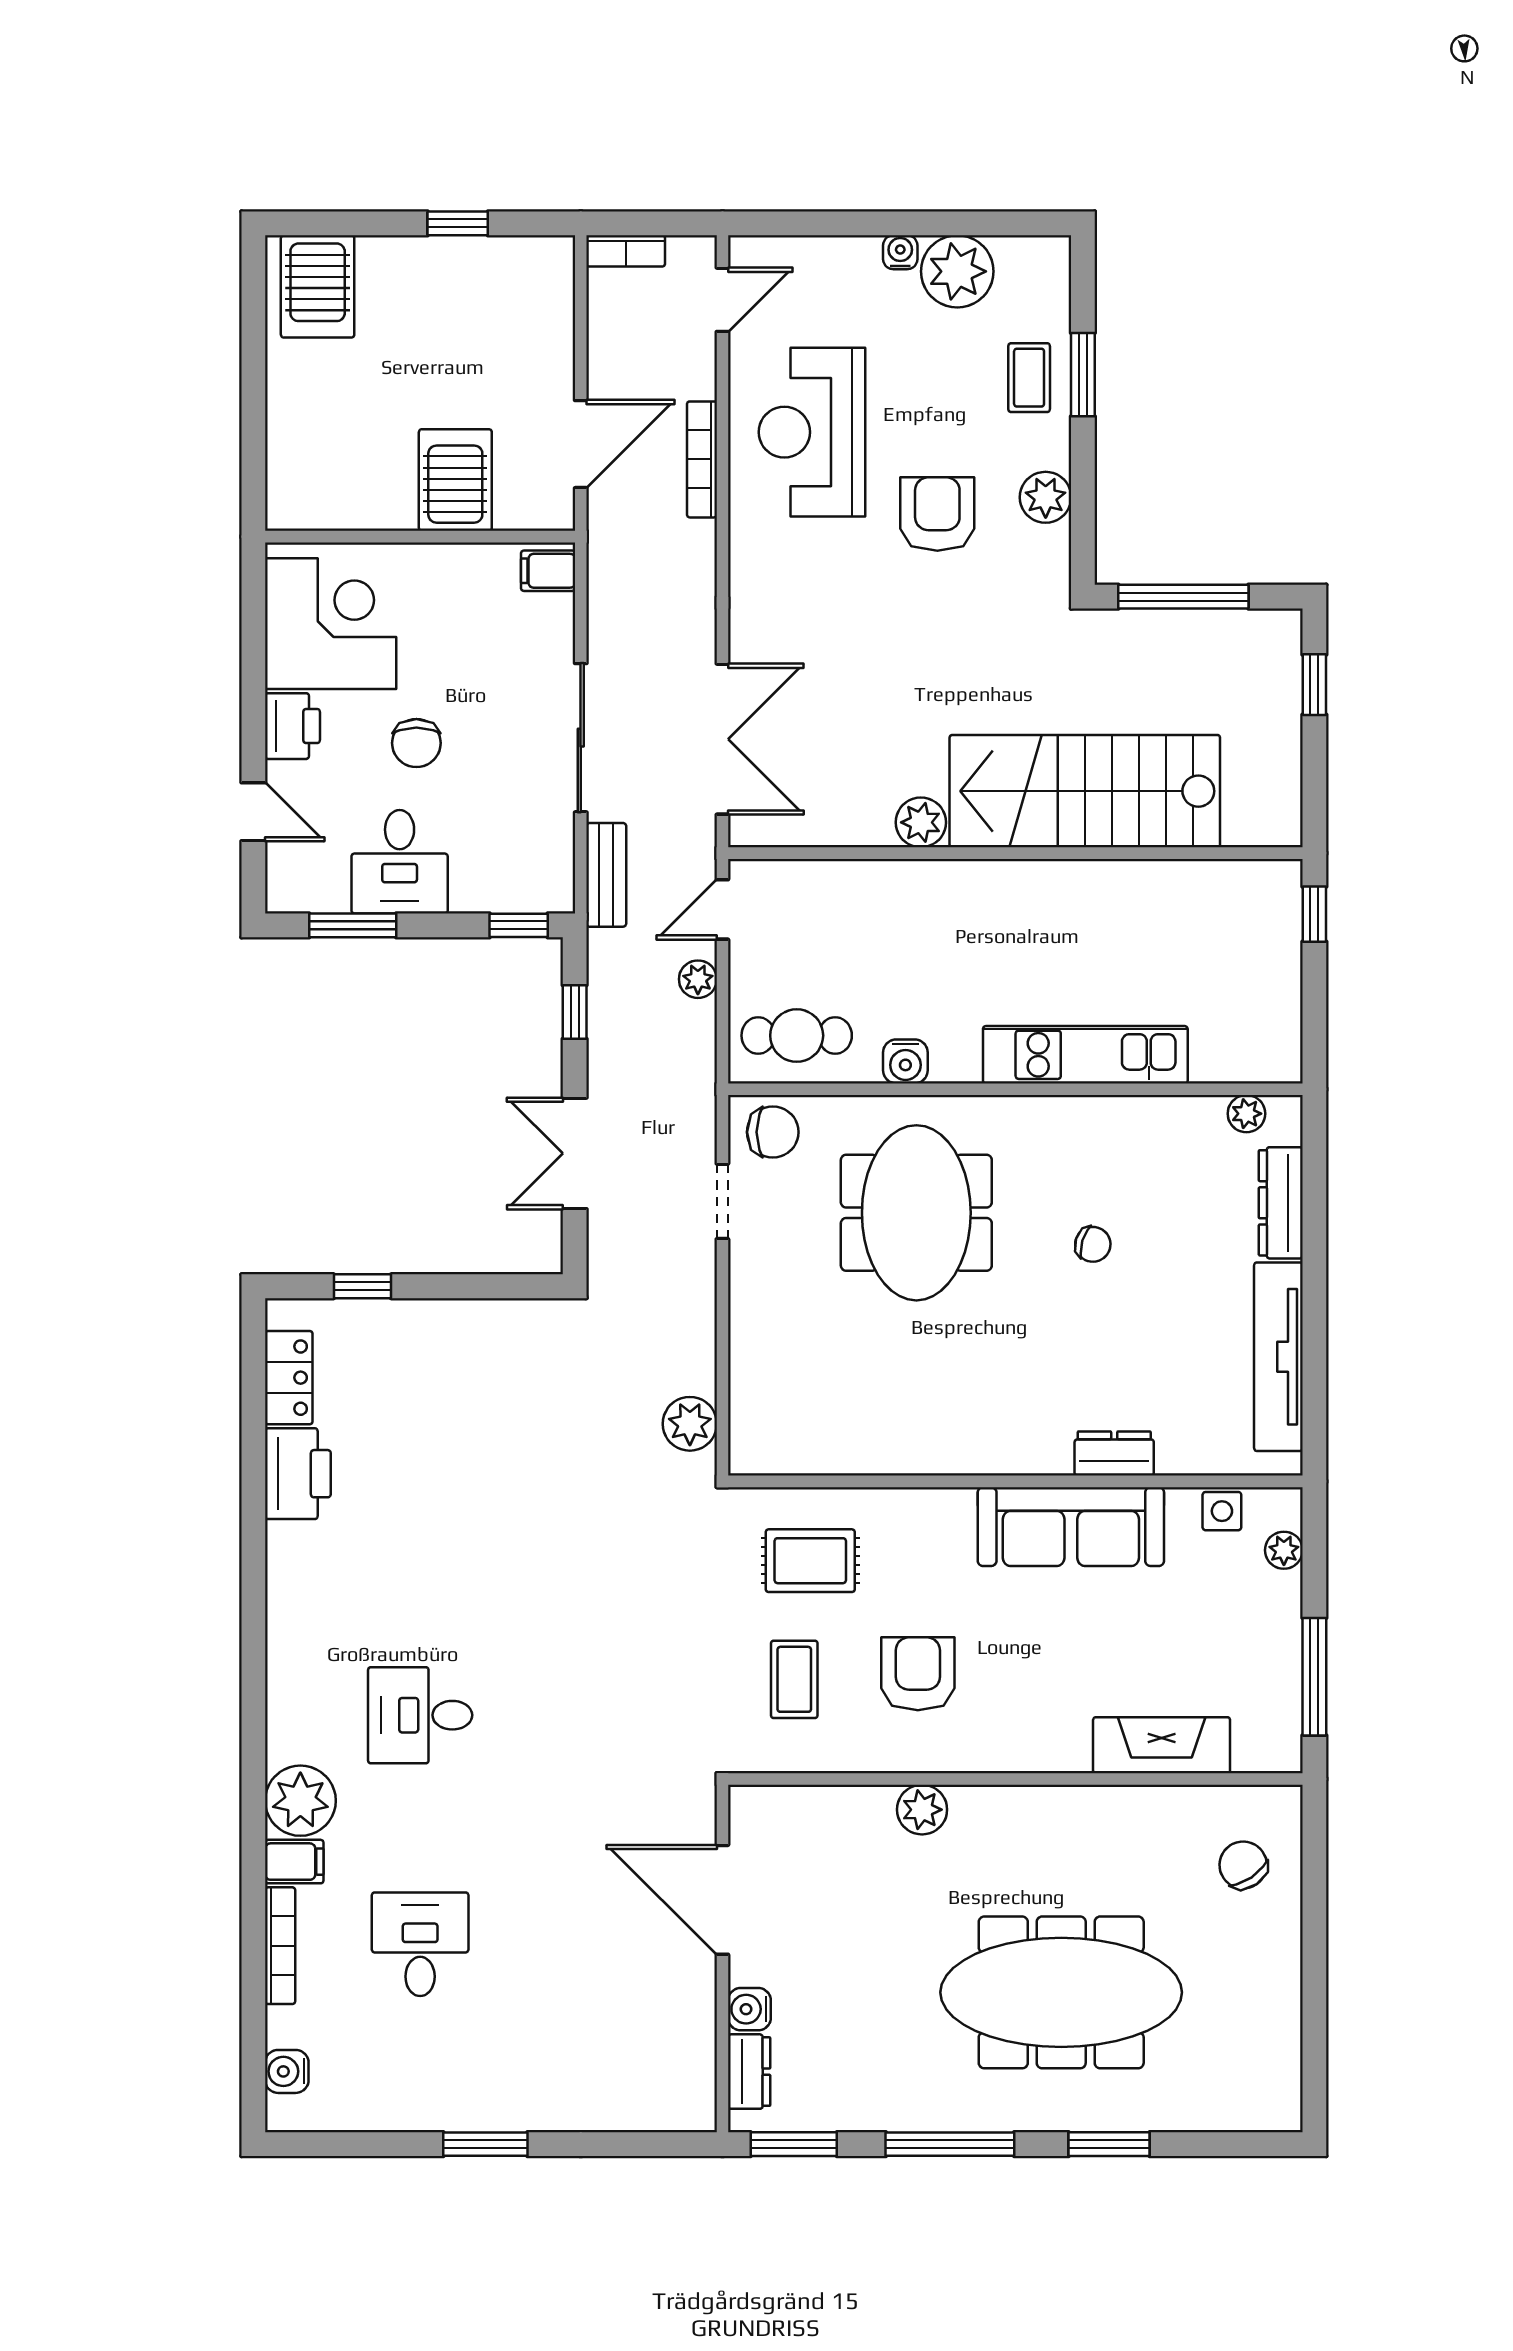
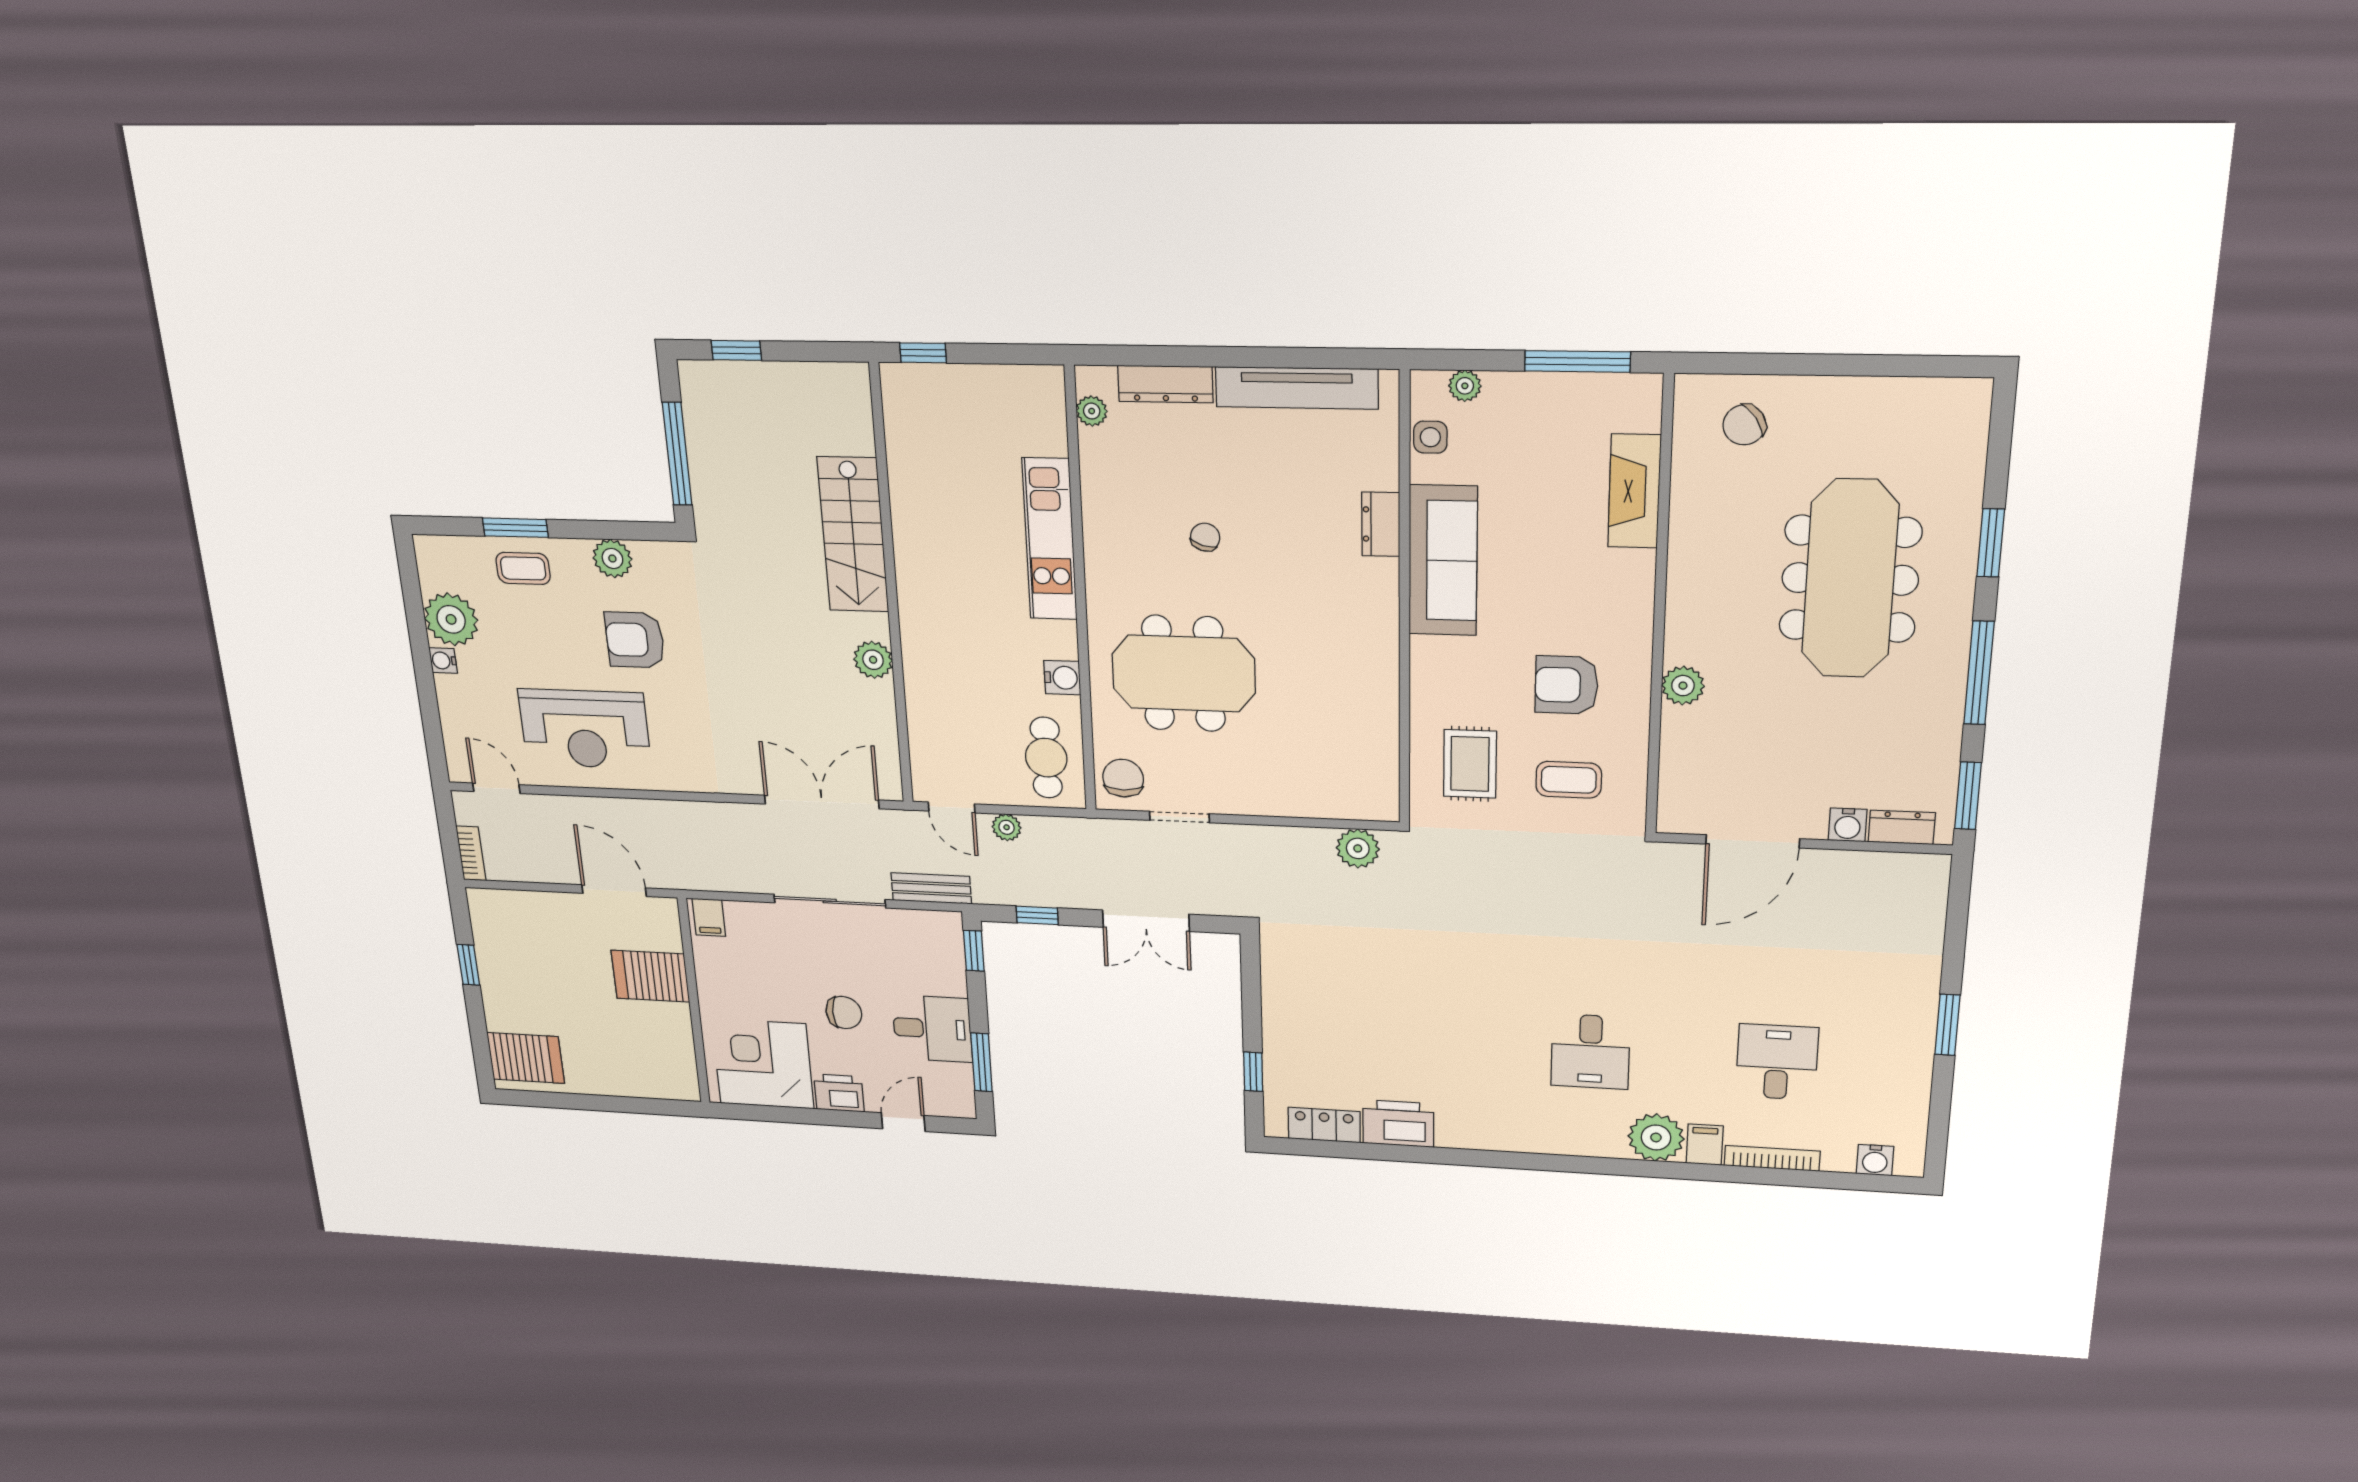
bookcase: (702, 459) -> (615, 808), removed
stairs: (1085, 791) -> (853, 535), width x0.73, depth x0.66
desk: (420, 1944) -> (1777, 1062), turned 90

